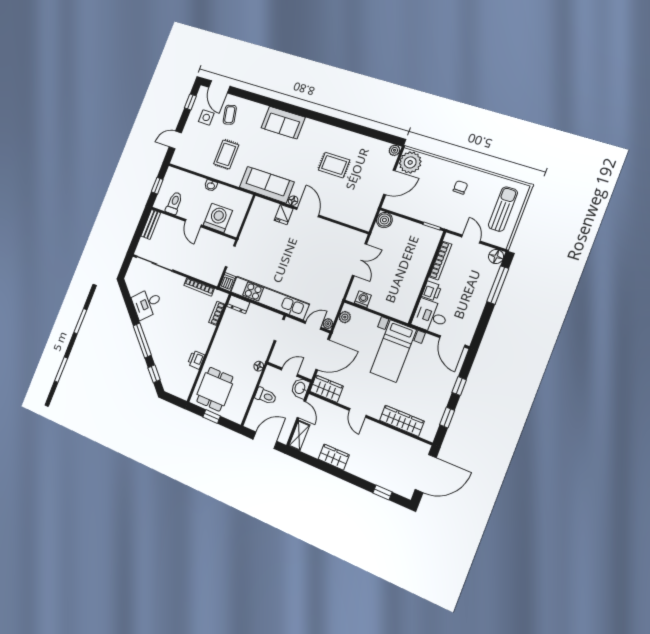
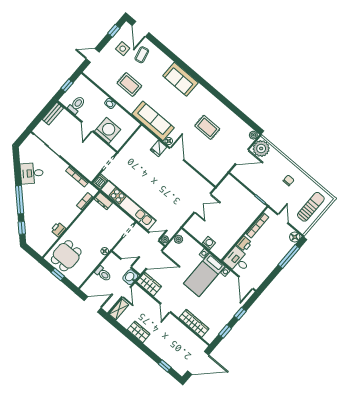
rug: (226, 154) -> (129, 85), turned 90
boiler: (384, 220) -> (229, 182), removed
washing machine: (363, 299) -> (209, 243), moved

